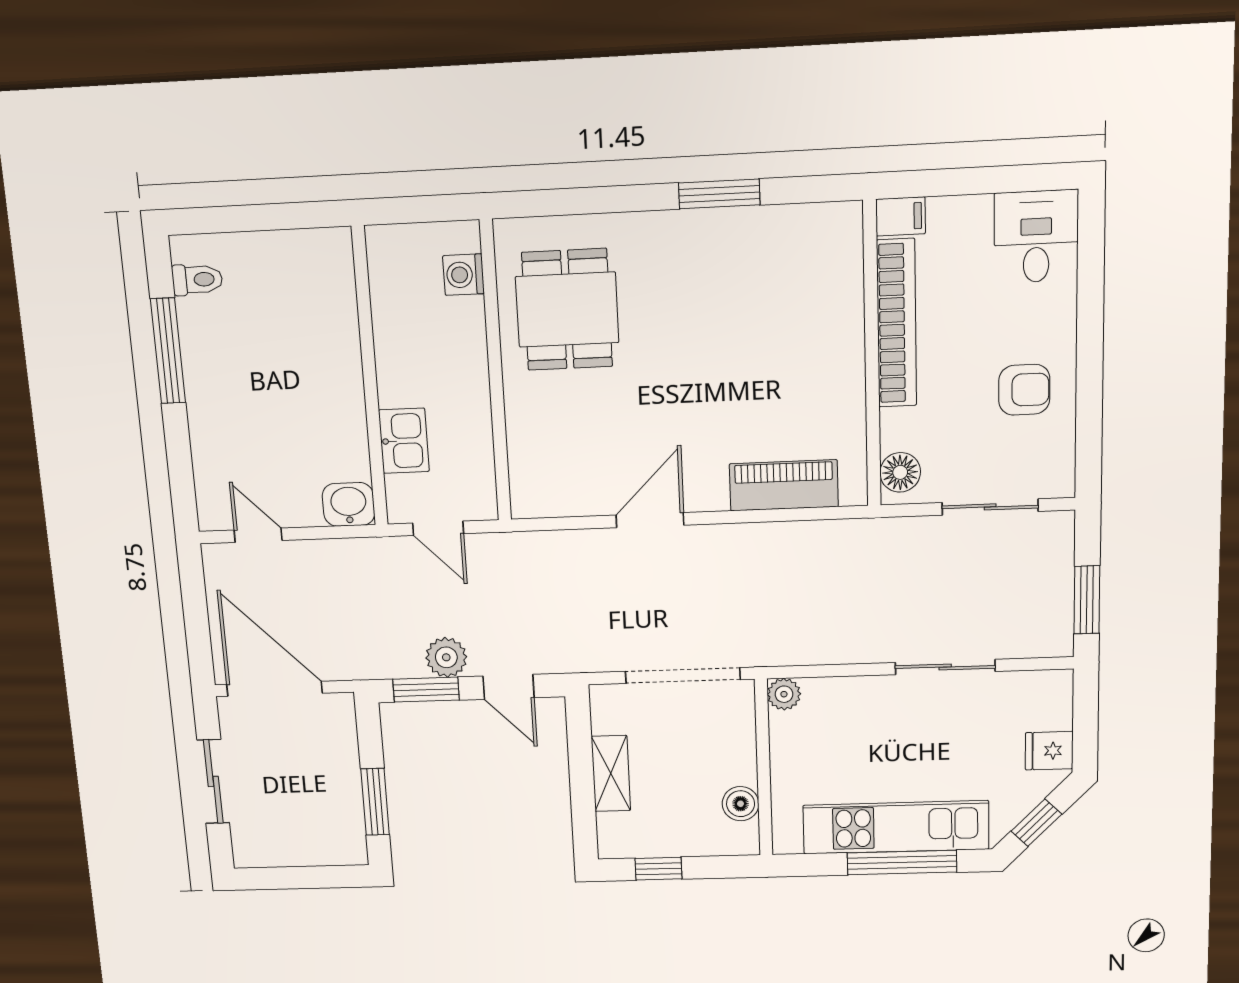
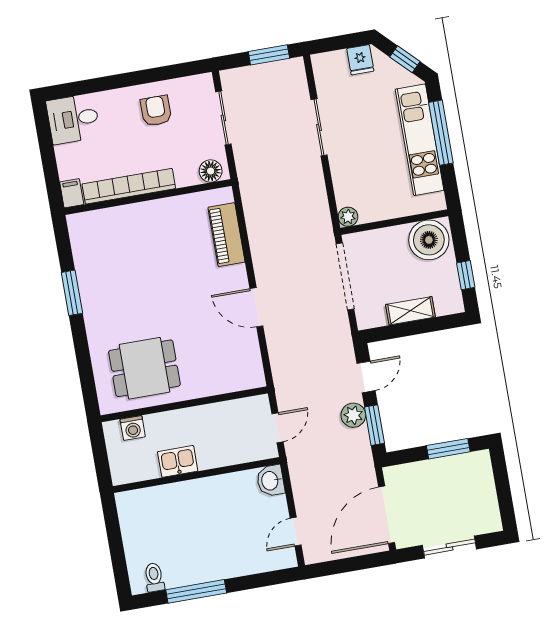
kitchen sink: (404, 441) -> (178, 461), moved
boiler: (741, 804) -> (429, 240), width x1.86, depth x1.86

